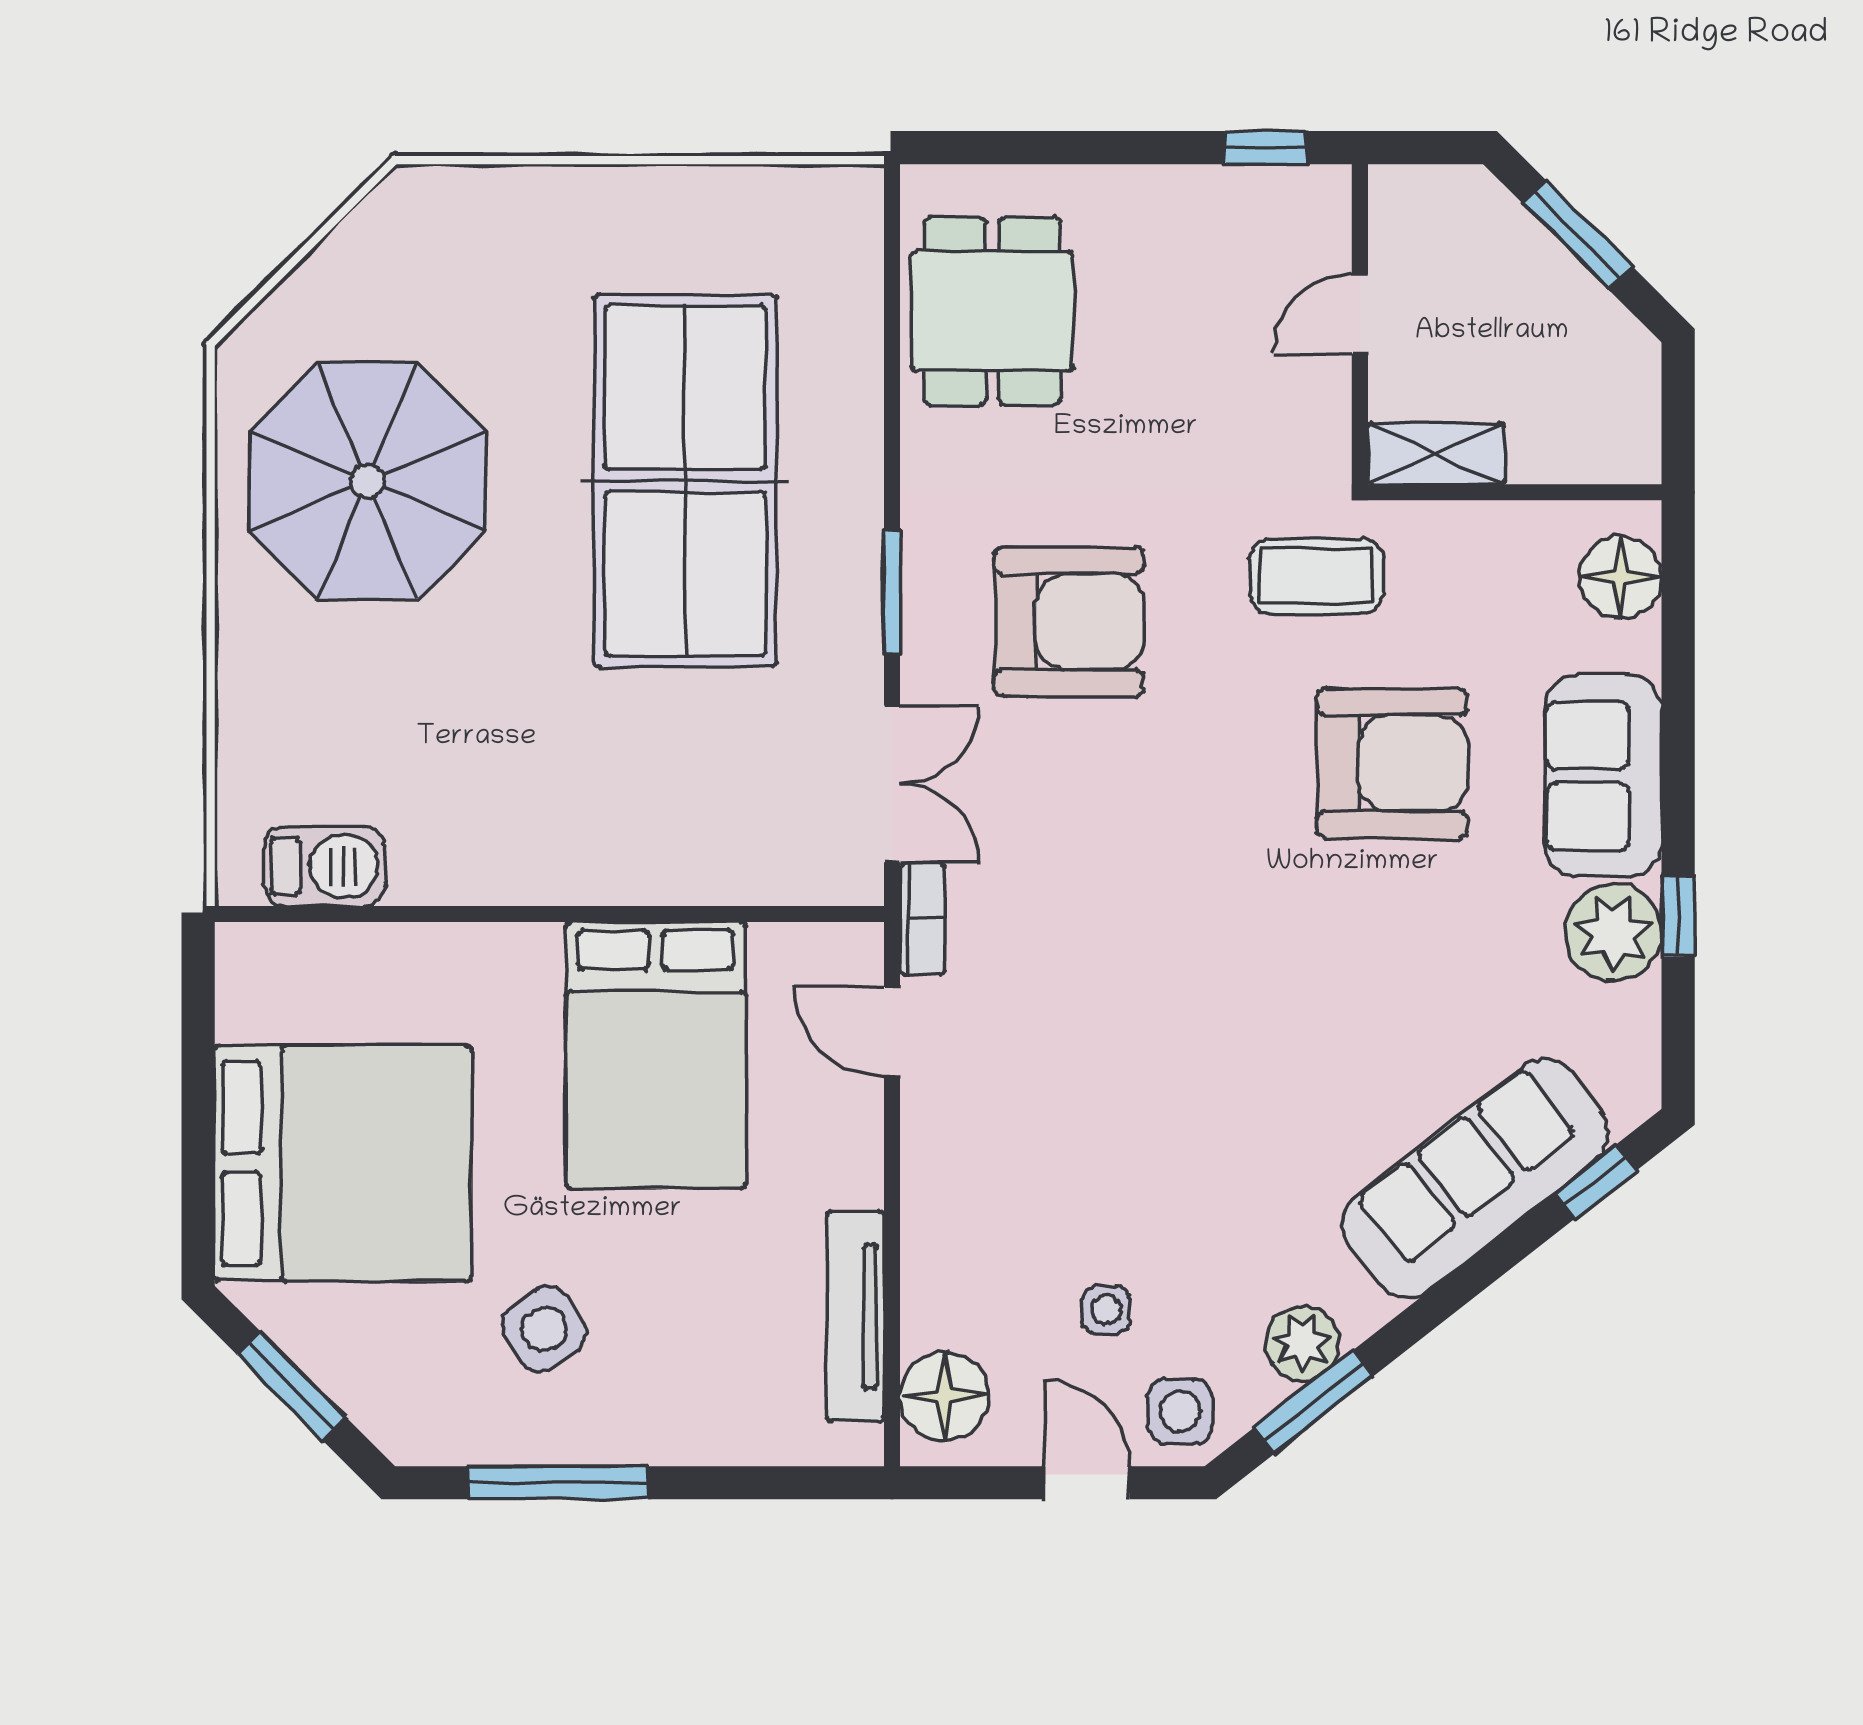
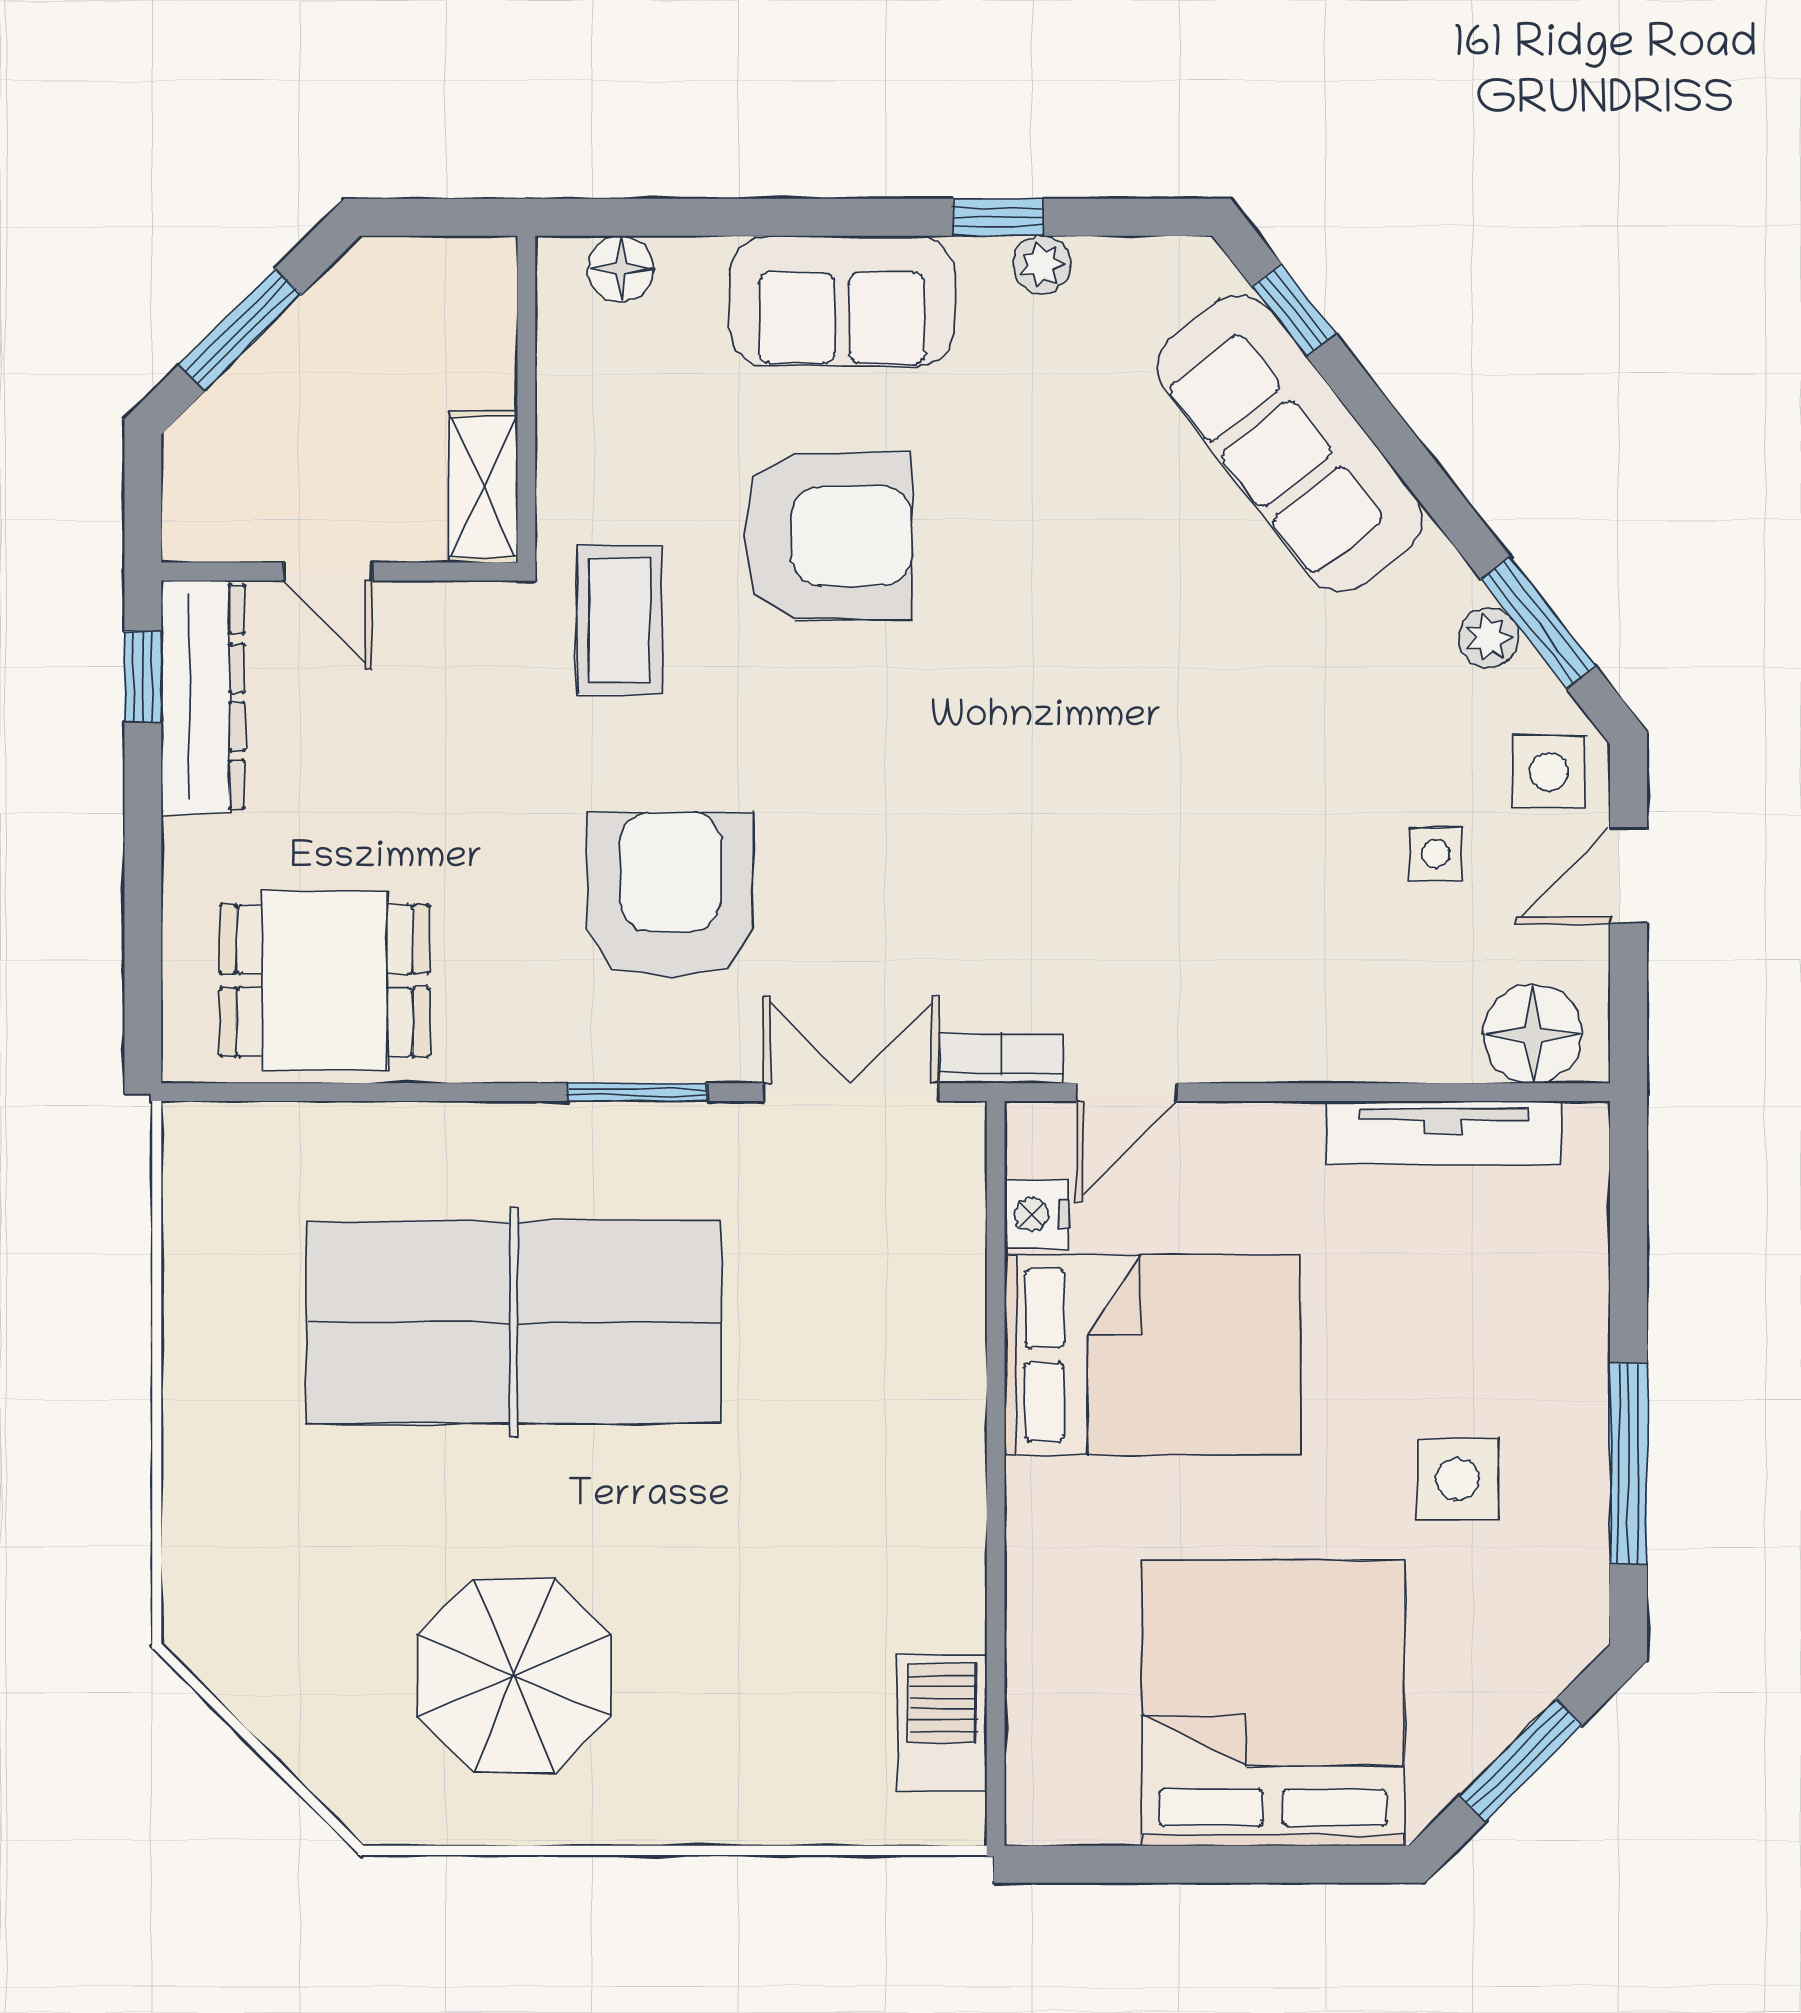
dresser: (1247, 201) -> (203, 697), added
parasol: (368, 481) -> (514, 1676), width x0.73, depth x0.73
floor lamp: (1621, 577) -> (621, 269), width x0.73, depth x0.73
armchair: (1392, 763) -> (828, 536), turned 90
plant: (1613, 933) -> (1042, 264), width x0.53, depth x0.53
nightstand: (782, 951) -> (1036, 1214), added
side table: (544, 1329) -> (1457, 1479), turned 35
plant: (1302, 1343) -> (1489, 638), width x0.73, depth x0.73

